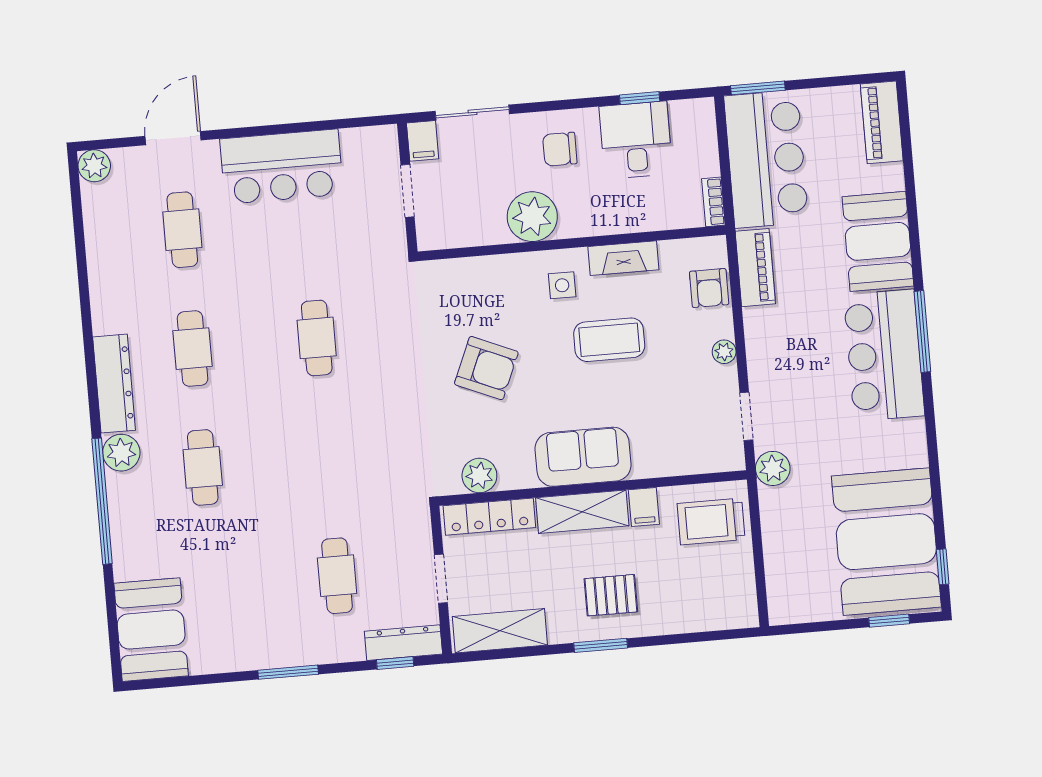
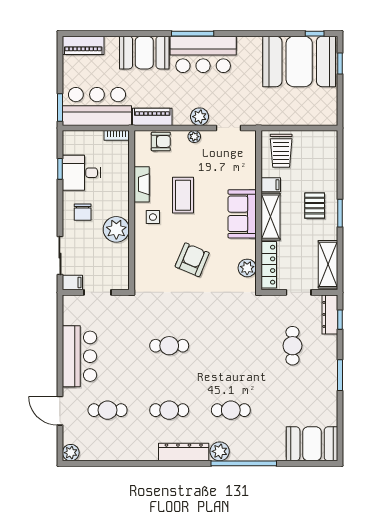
plant: (773, 468) -> (200, 117), moved
cafe table: (337, 576) -> (292, 346), turned 90

